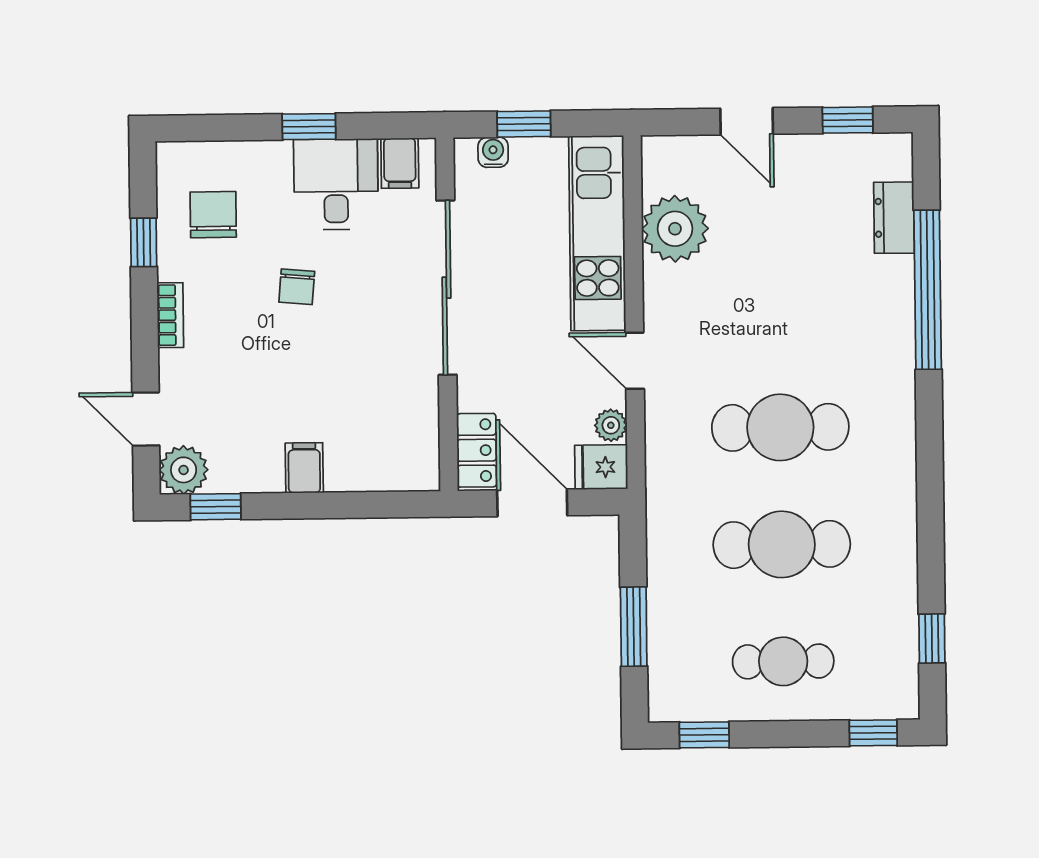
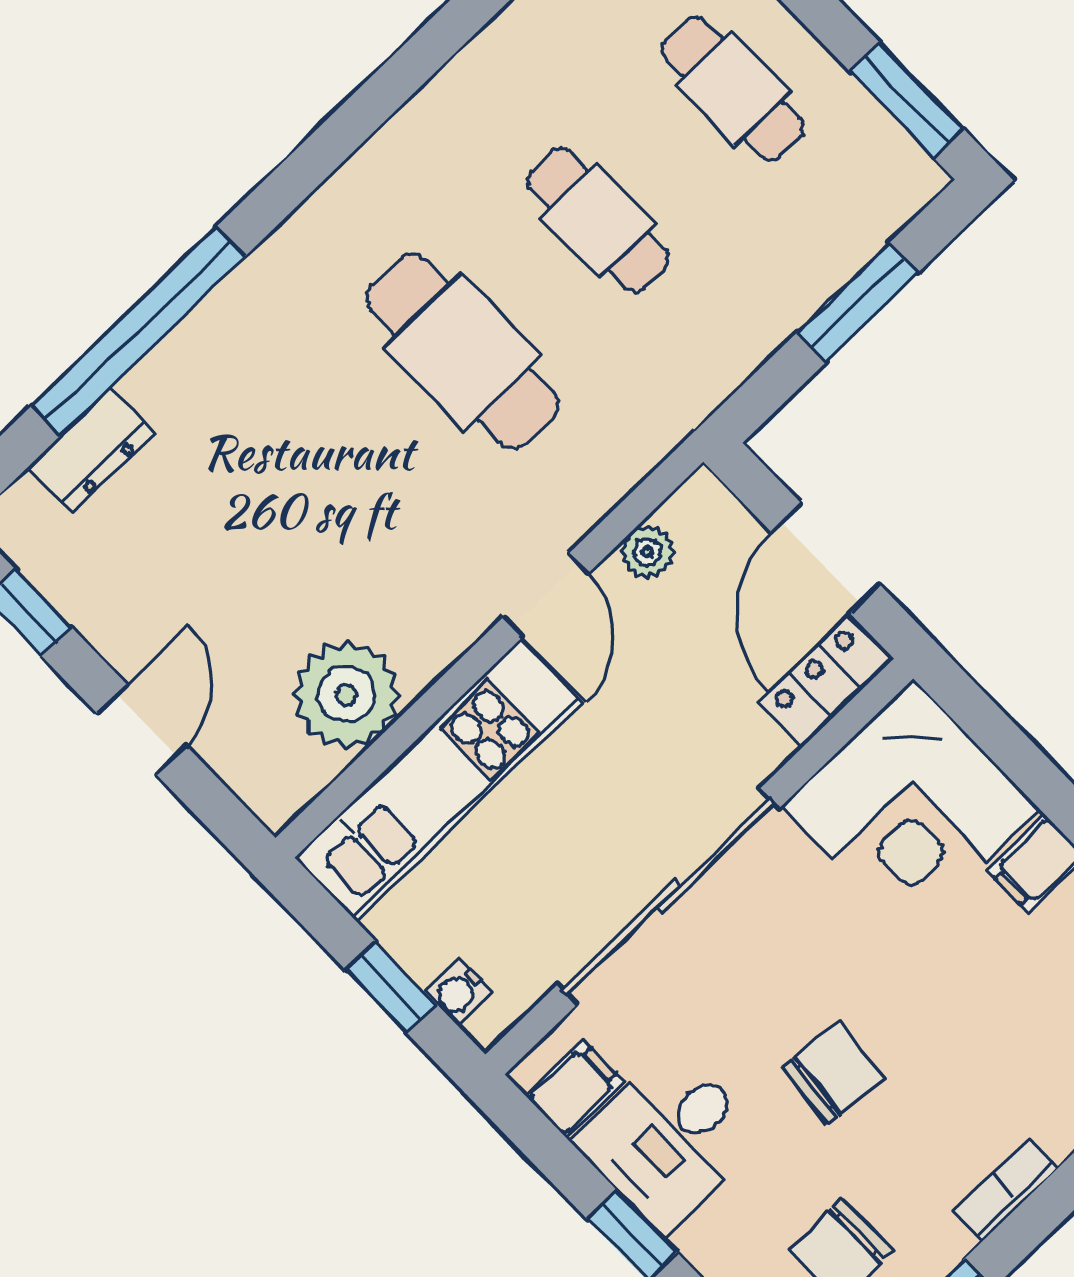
chair: (297, 287) -> (833, 1073), width x1.37, depth x1.37
corner desk: (383, 435) -> (911, 808), added
fridge: (601, 467) -> (707, 517), removed
cafe table: (782, 544) -> (598, 220), width x0.73, depth x0.74
window: (704, 735) -> (906, 100), width x1.50

